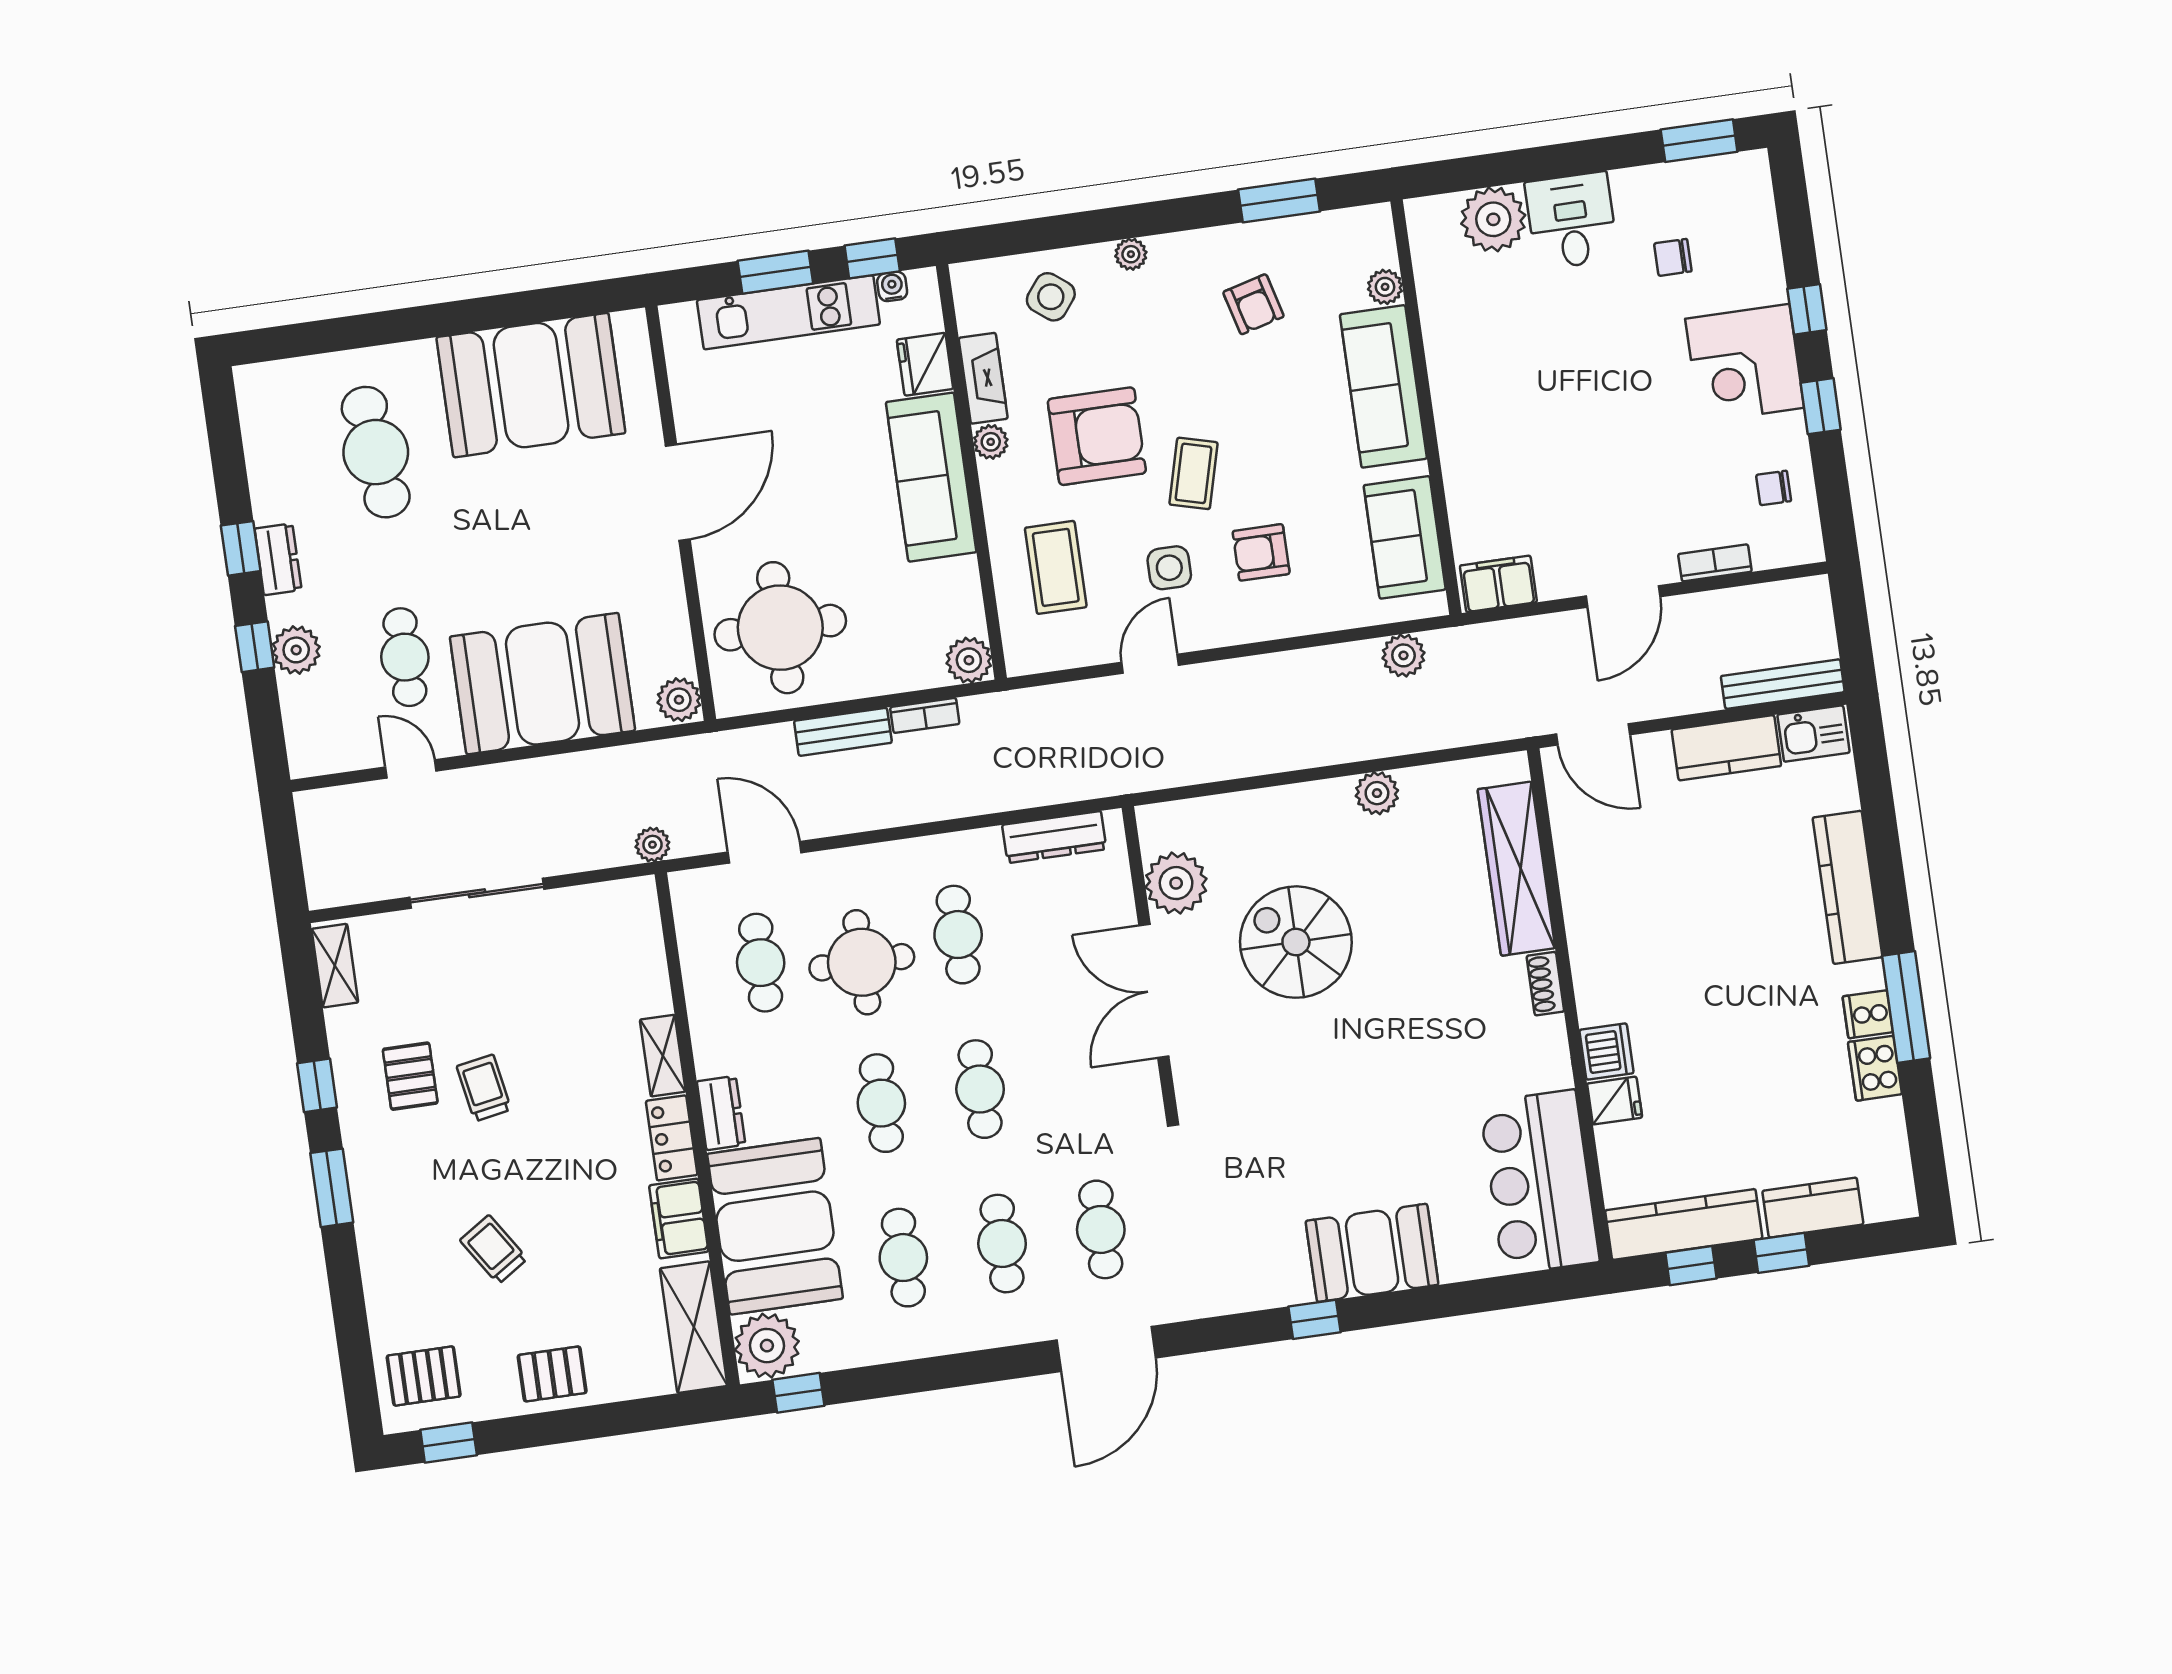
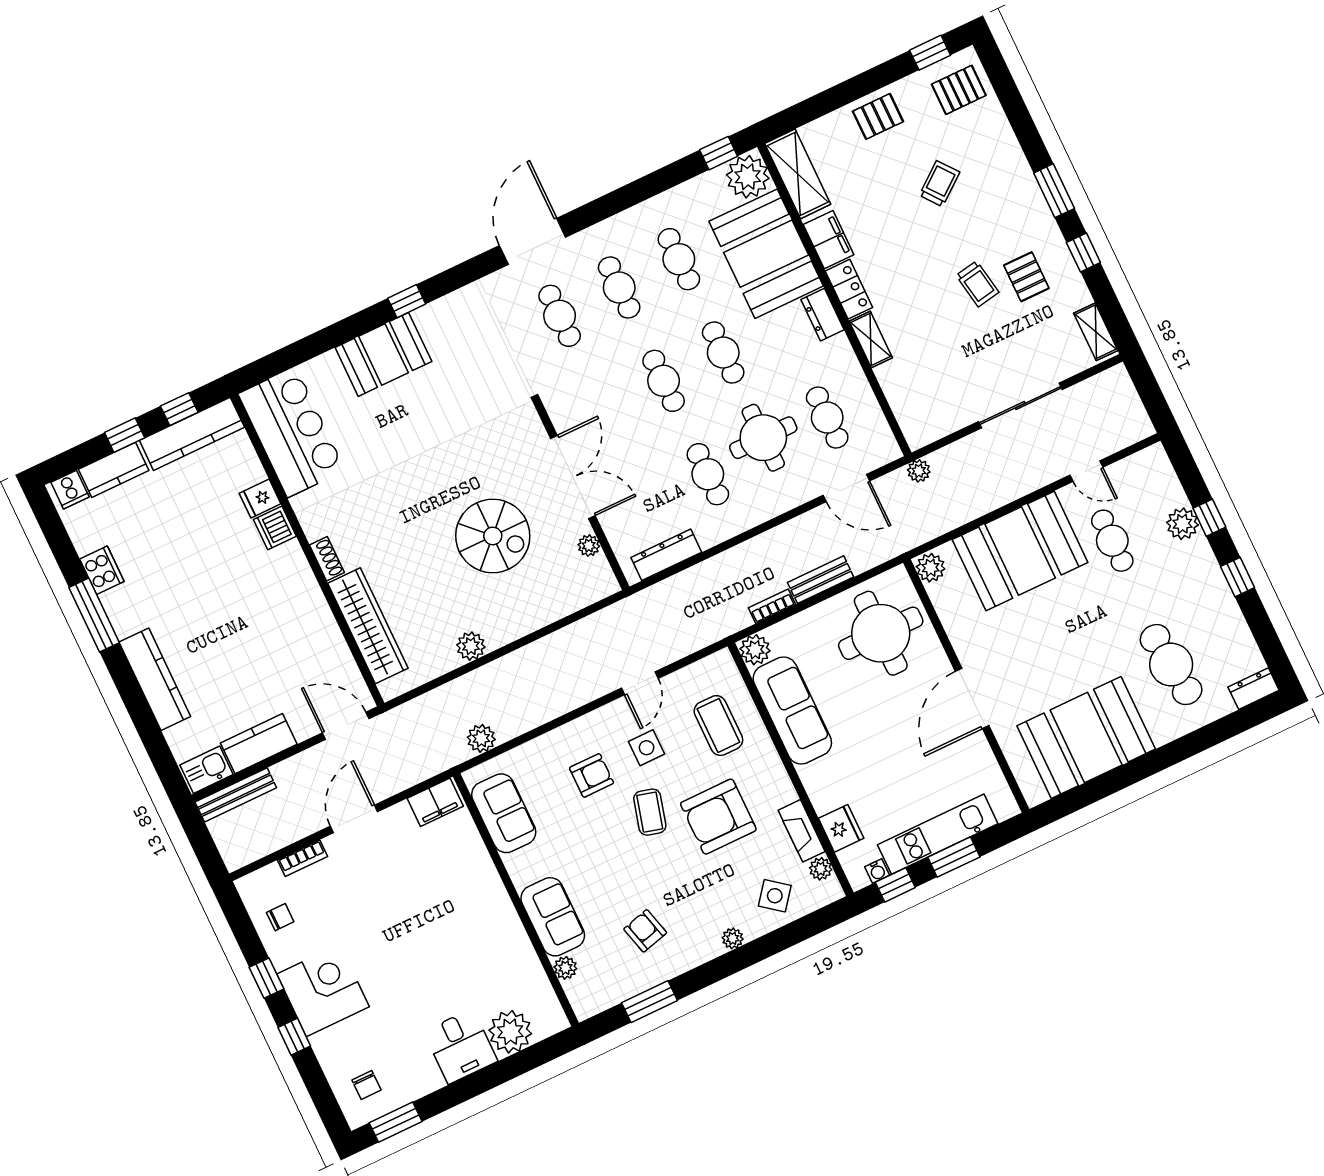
chair: (1673, 257) -> (367, 1085), moved, turned 90
sofa: (1383, 386) -> (553, 917), width x0.73
plant: (991, 442) -> (821, 869), moved
sofa: (931, 477) -> (792, 711), moved
dresser: (278, 559) -> (1254, 689), moved, turned 90
plant: (1176, 883) -> (589, 546), width x0.53, depth x0.53
cooker: (1868, 1014) -> (70, 490), moved, turned 90
trolley: (494, 1249) -> (939, 184), turned -95

